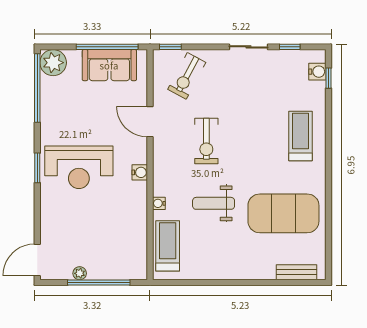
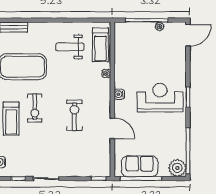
exercise bike: (187, 76) -> (35, 108), moved, turned 152
weight bench: (214, 203) -> (70, 47), moved, turned 180

